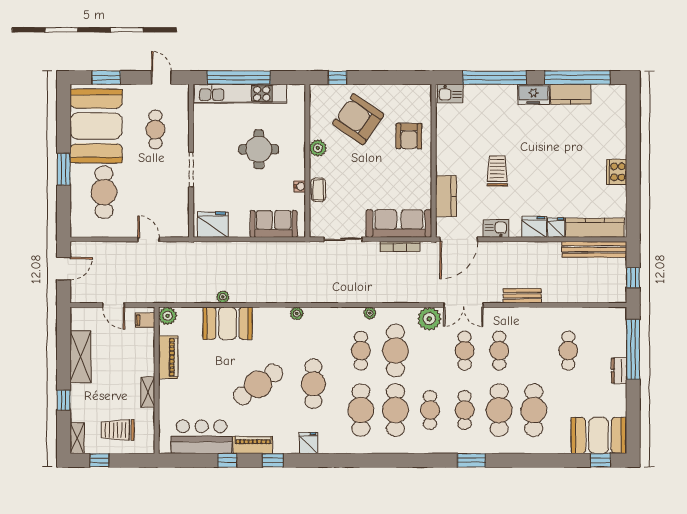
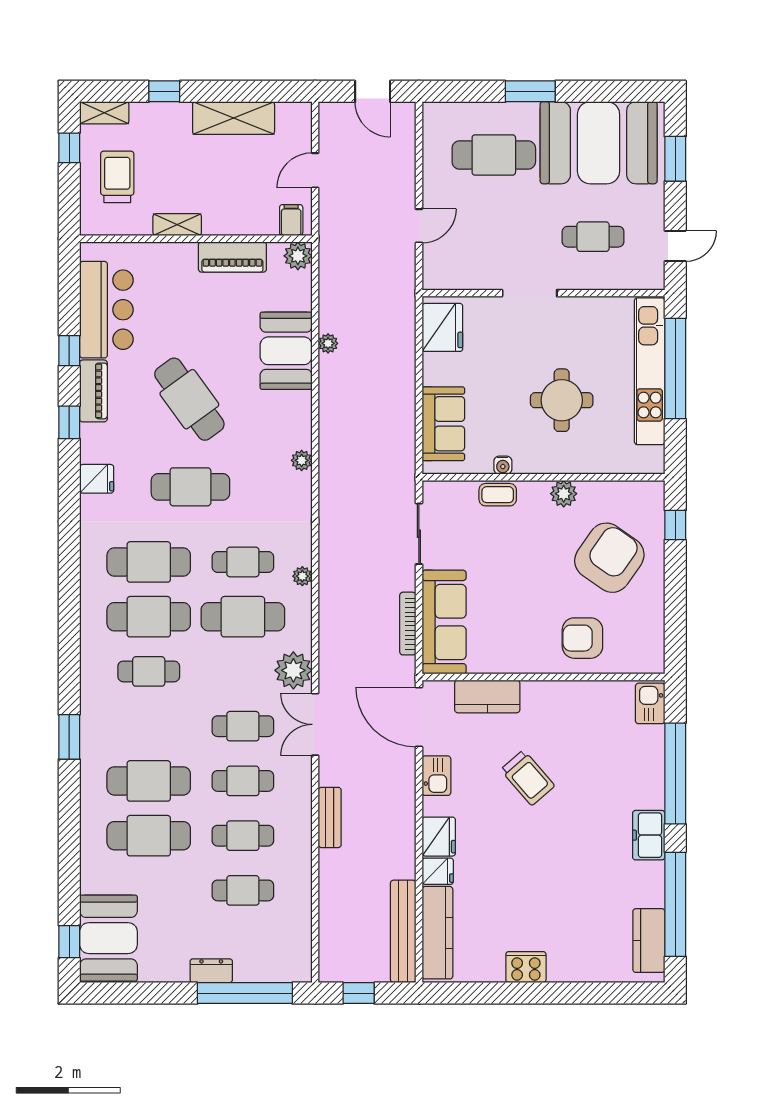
kitchen counter: (571, 94) -> (649, 941), moved
trolley: (497, 171) -> (528, 778), turned 49
cafe table: (465, 410) -> (243, 836), moved

